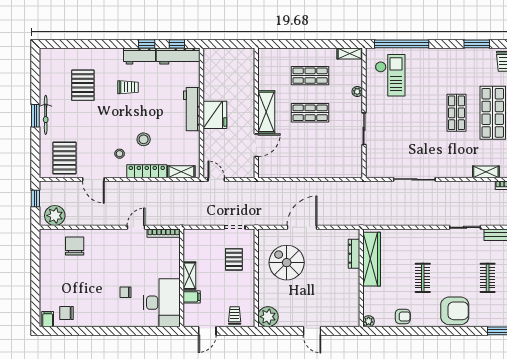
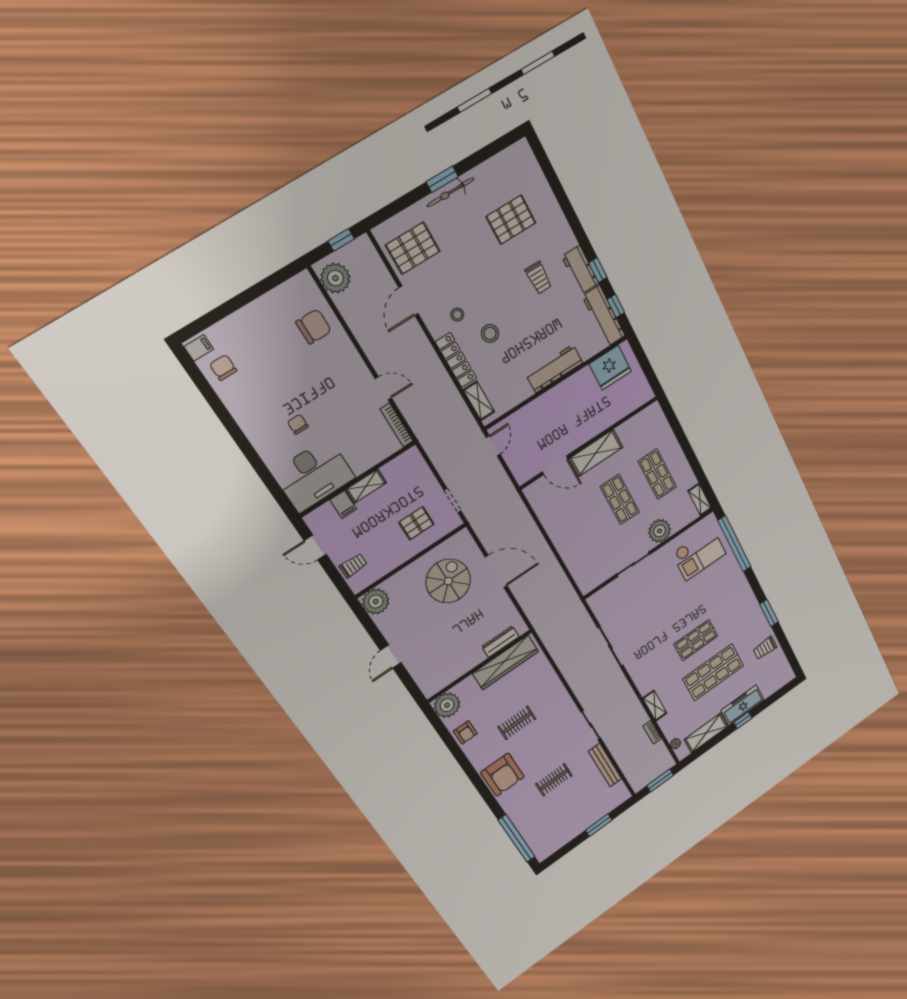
plant: (357, 91) -> (660, 531), width x1.88, depth x1.88
fridge: (215, 115) -> (610, 368), moved
plant: (369, 321) -> (447, 705), width x1.87, depth x1.87

